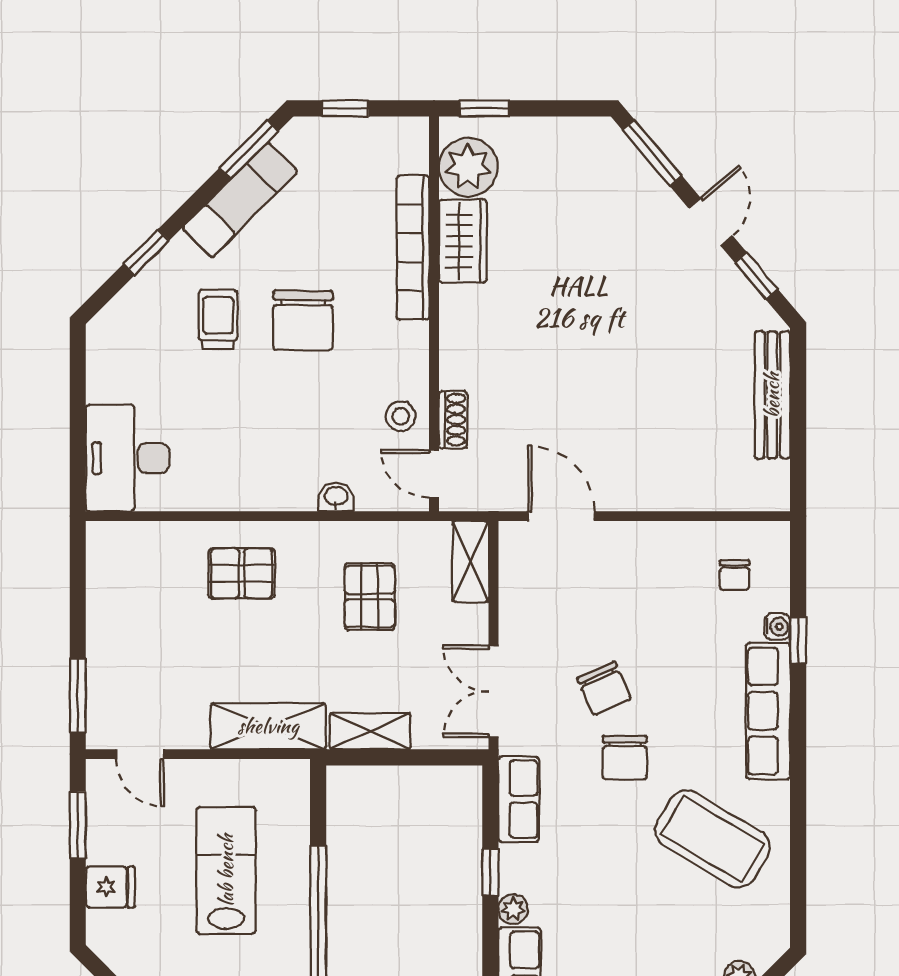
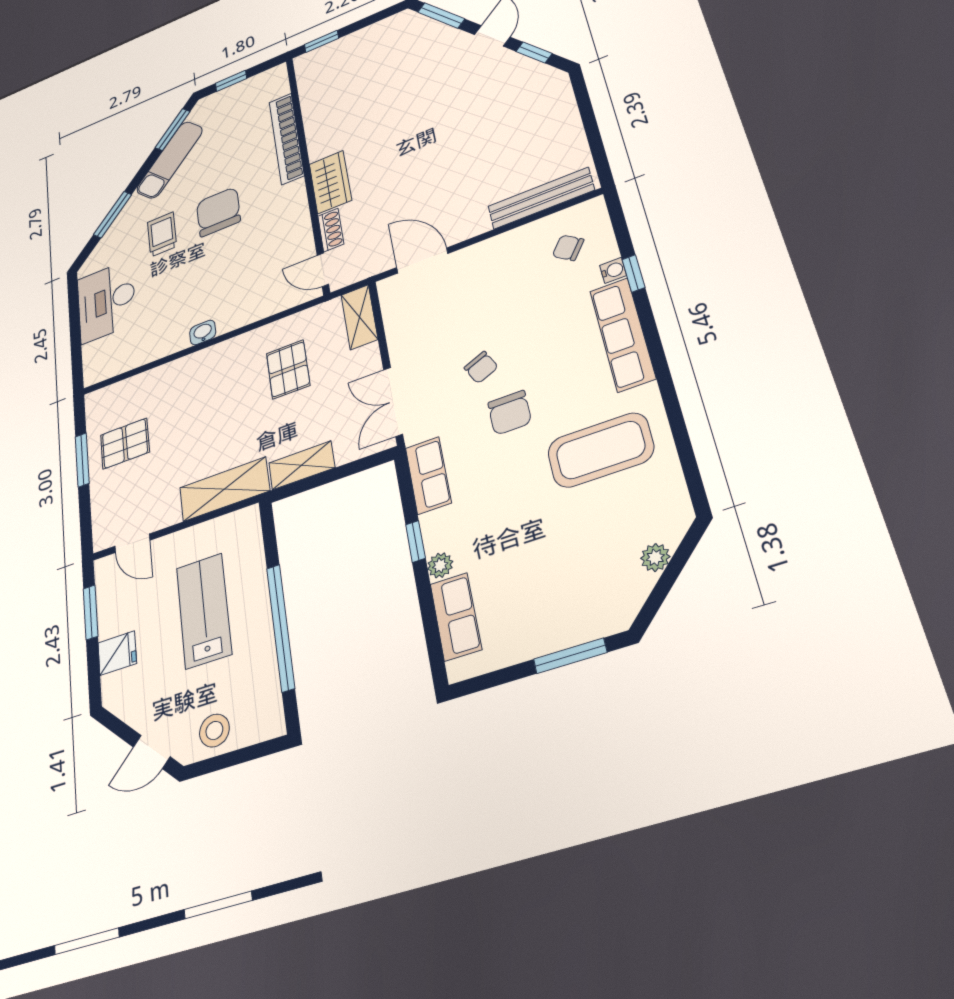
plant: (468, 167) -> (316, 78), removed
wardrobe: (463, 241) -> (330, 182), moved
window: (146, 252) -> (113, 215), width x1.50
chair: (303, 320) -> (218, 212), turned 180
bench: (772, 395) -> (541, 198), moved, turned 90
stool: (401, 416) -> (293, 243), removed
desk: (128, 458) -> (106, 301), moved
washbasin: (336, 497) -> (203, 332), moved
pallet: (242, 573) -> (125, 444), moved
chair: (735, 575) -> (568, 248), turned 126
chair: (604, 688) -> (481, 367), width x0.73, depth x0.73
window: (78, 695) -> (82, 460), moved
coffee table: (713, 839) -> (601, 450), turned -31

